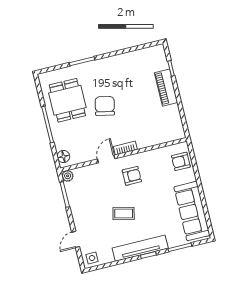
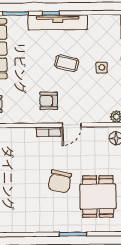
side table: (92, 258) -> (102, 68), moved

